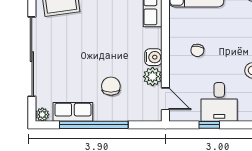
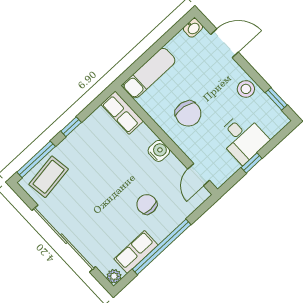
chair: (197, 50) -> (188, 114), width x1.87, depth x1.87
plant: (153, 77) -> (172, 167), removed
door: (165, 99) -> (199, 175), swing flipped

